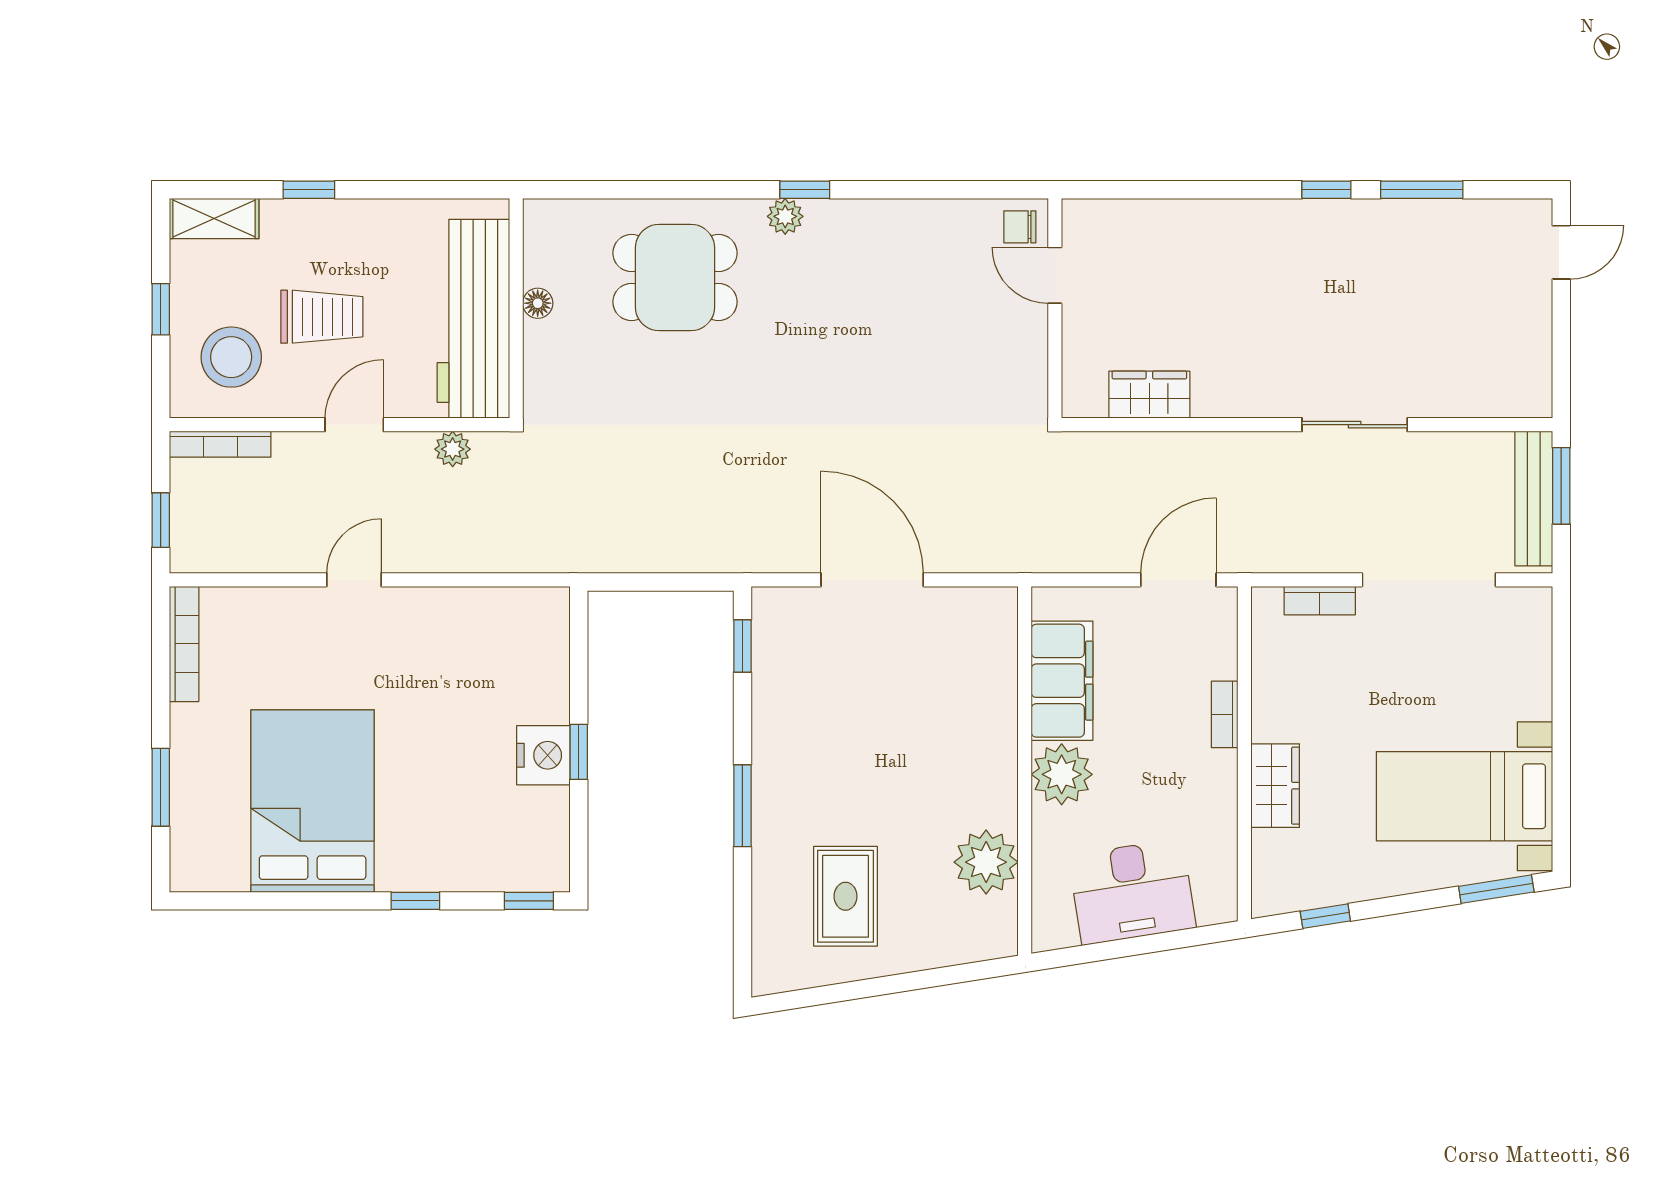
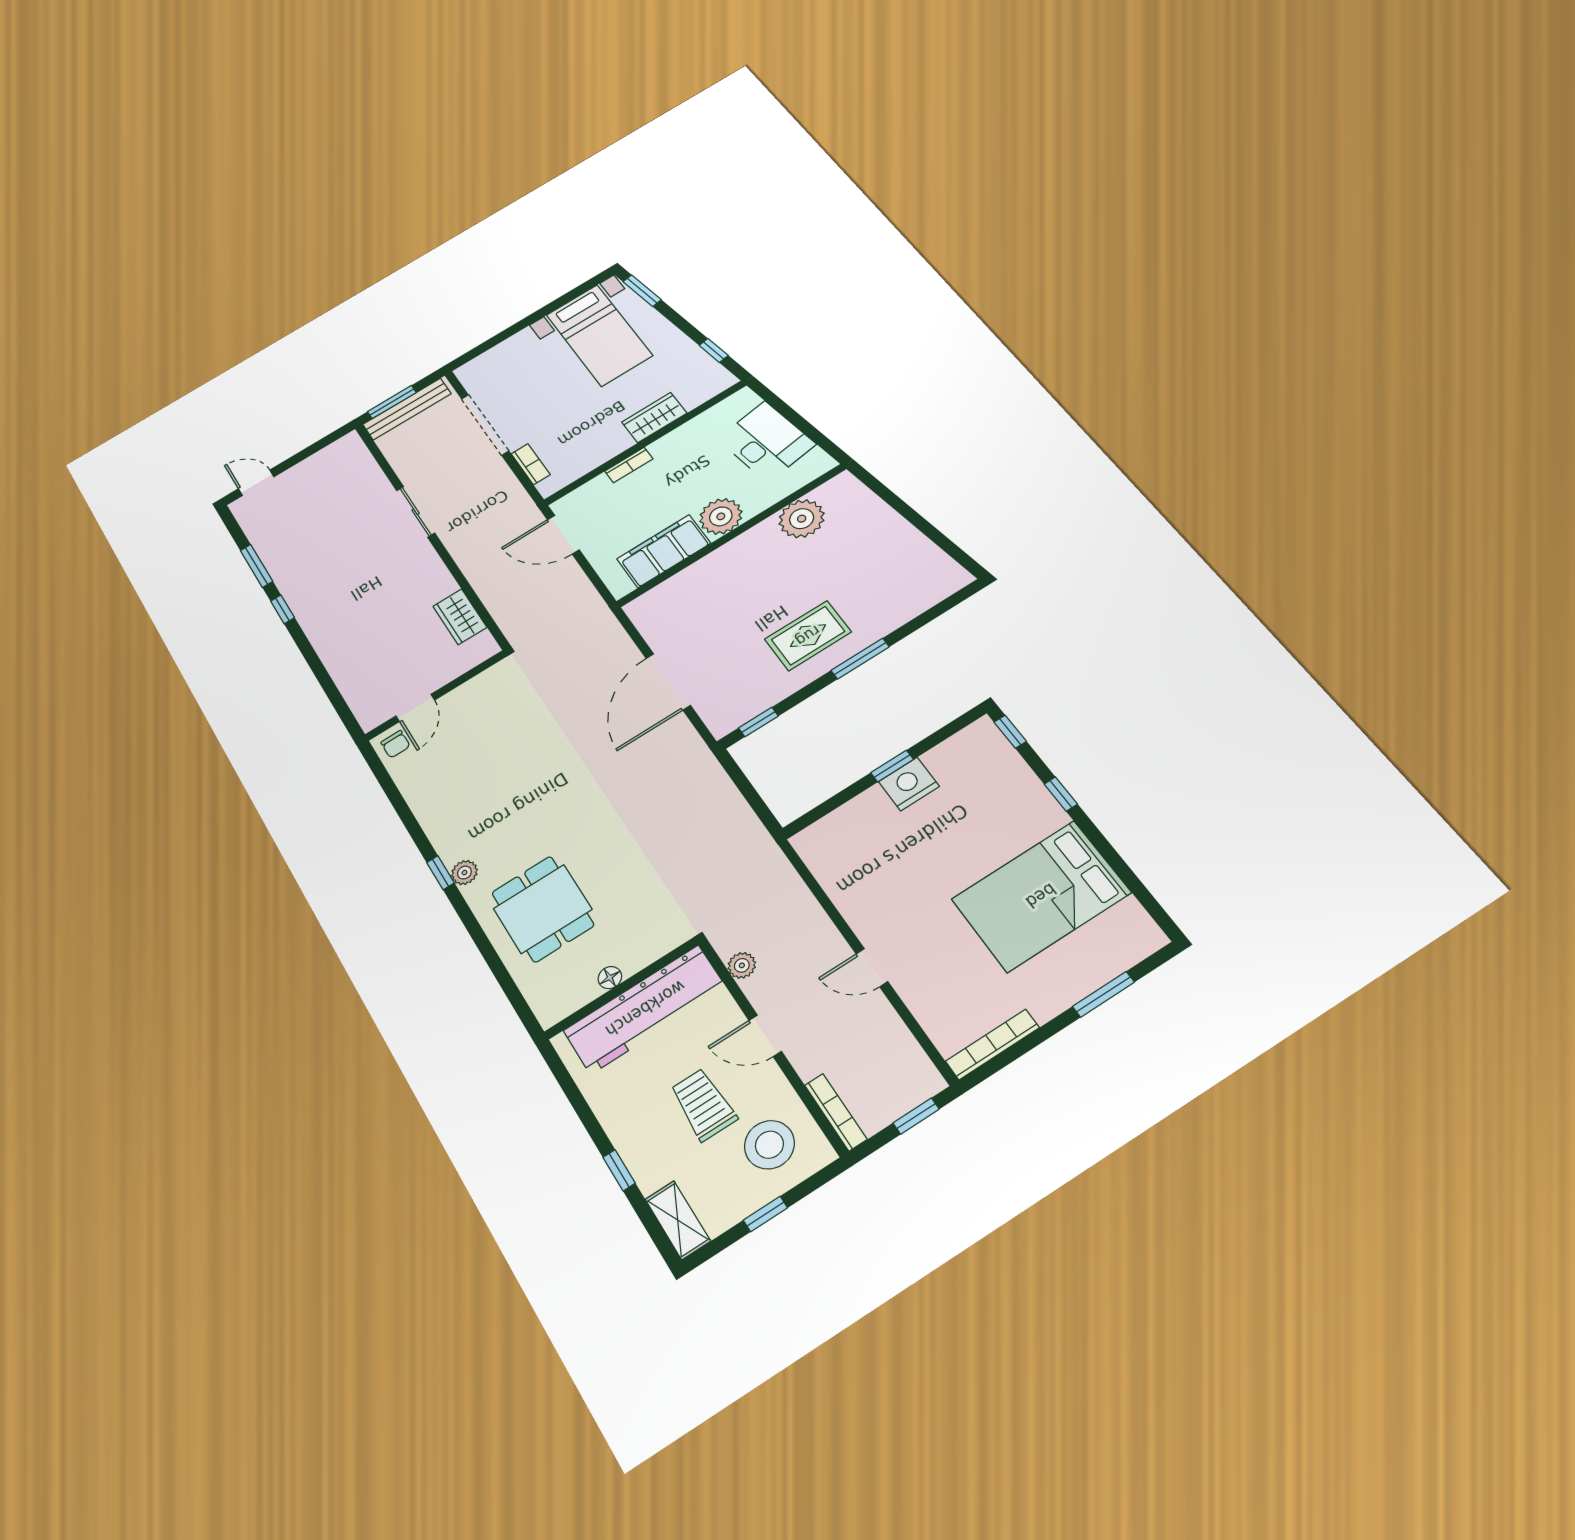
rug: (846, 896) -> (808, 636), moved

